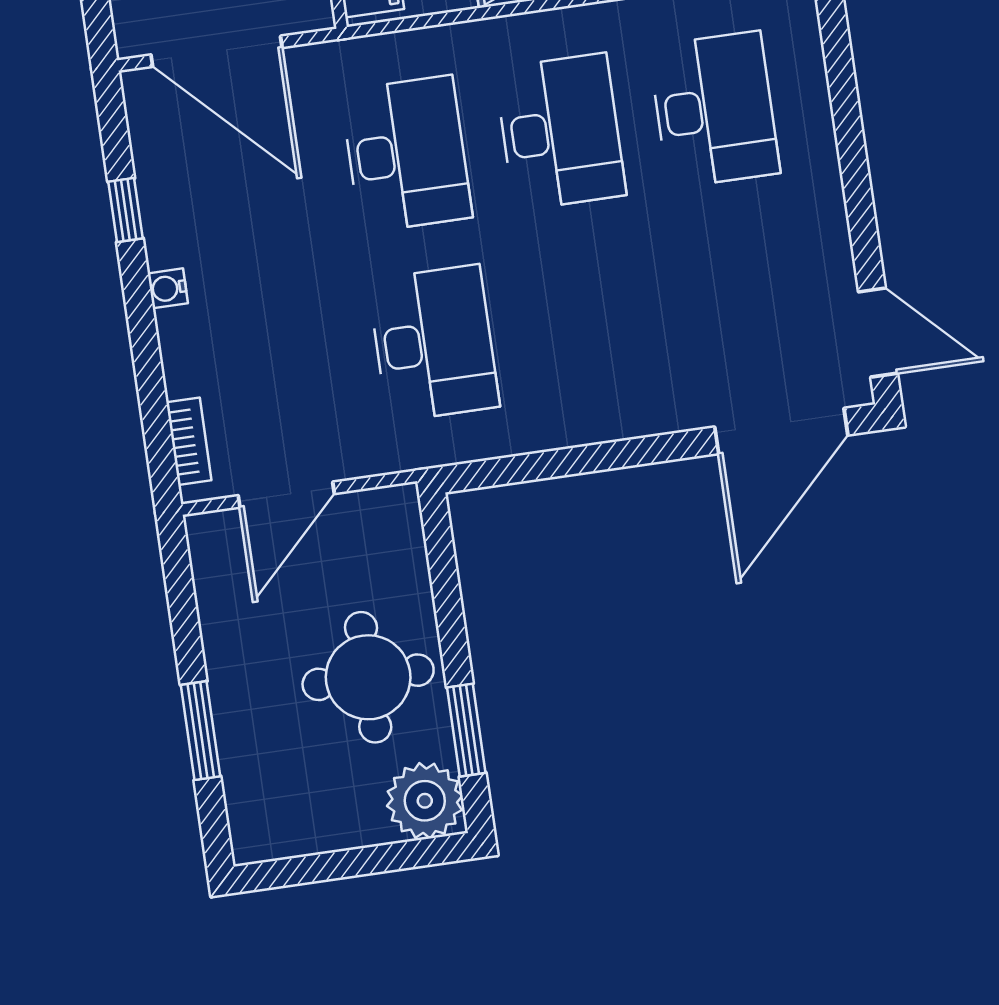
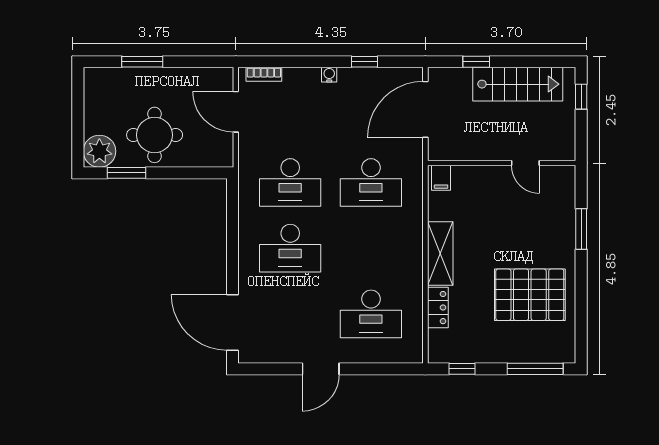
desk: (560, 132) -> (290, 248), moved
door: (878, 333) -> (321, 369), moved

